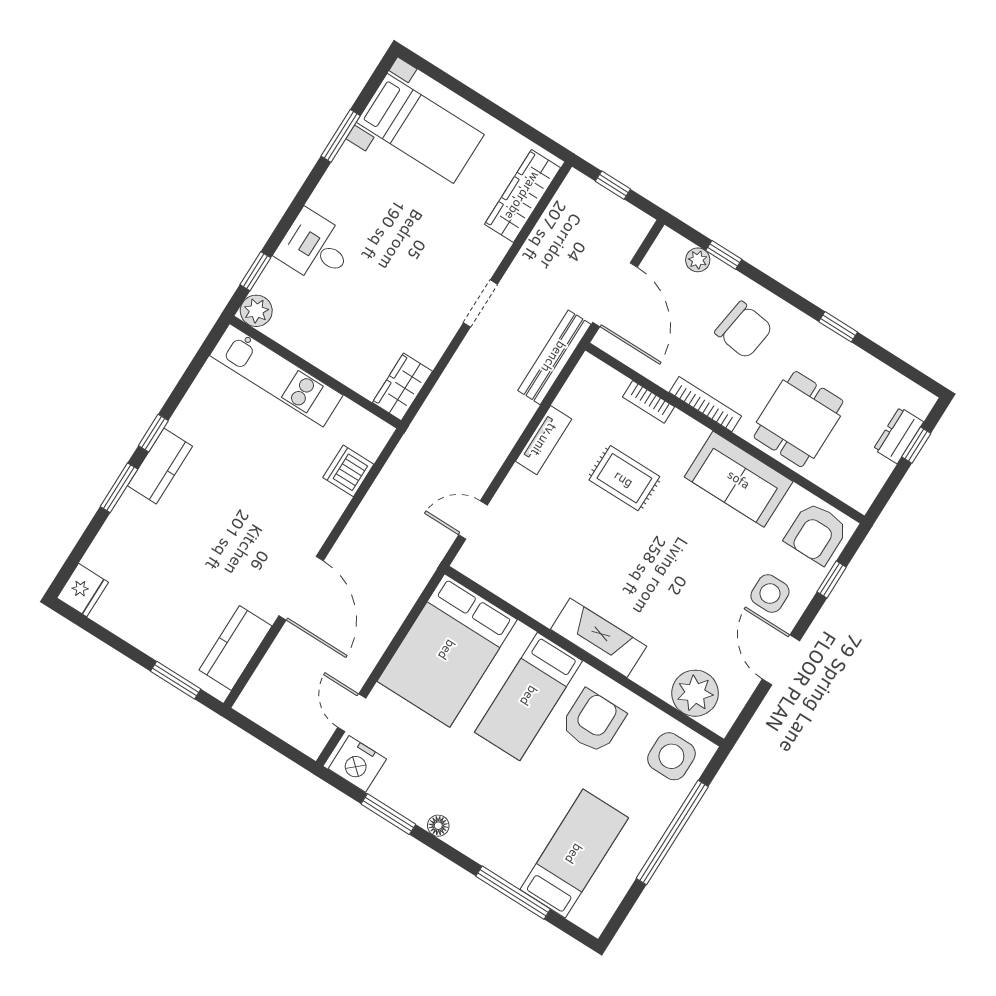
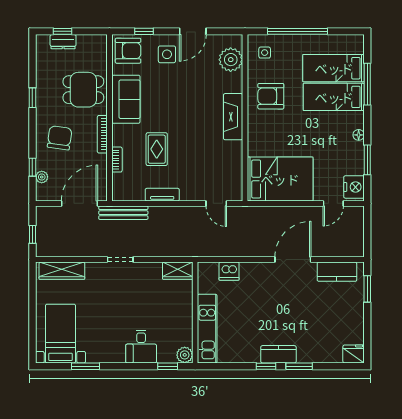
bed: (529, 696) -> (334, 97), moved, turned 180
side table: (671, 756) -> (265, 53), width x0.54, depth x0.54

